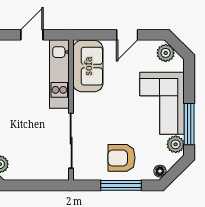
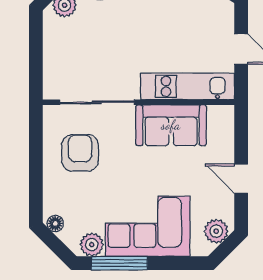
sofa: (88, 66) -> (171, 125), moved
armchair: (121, 158) -> (80, 153), moved
window: (121, 185) -> (36, 170), removed

